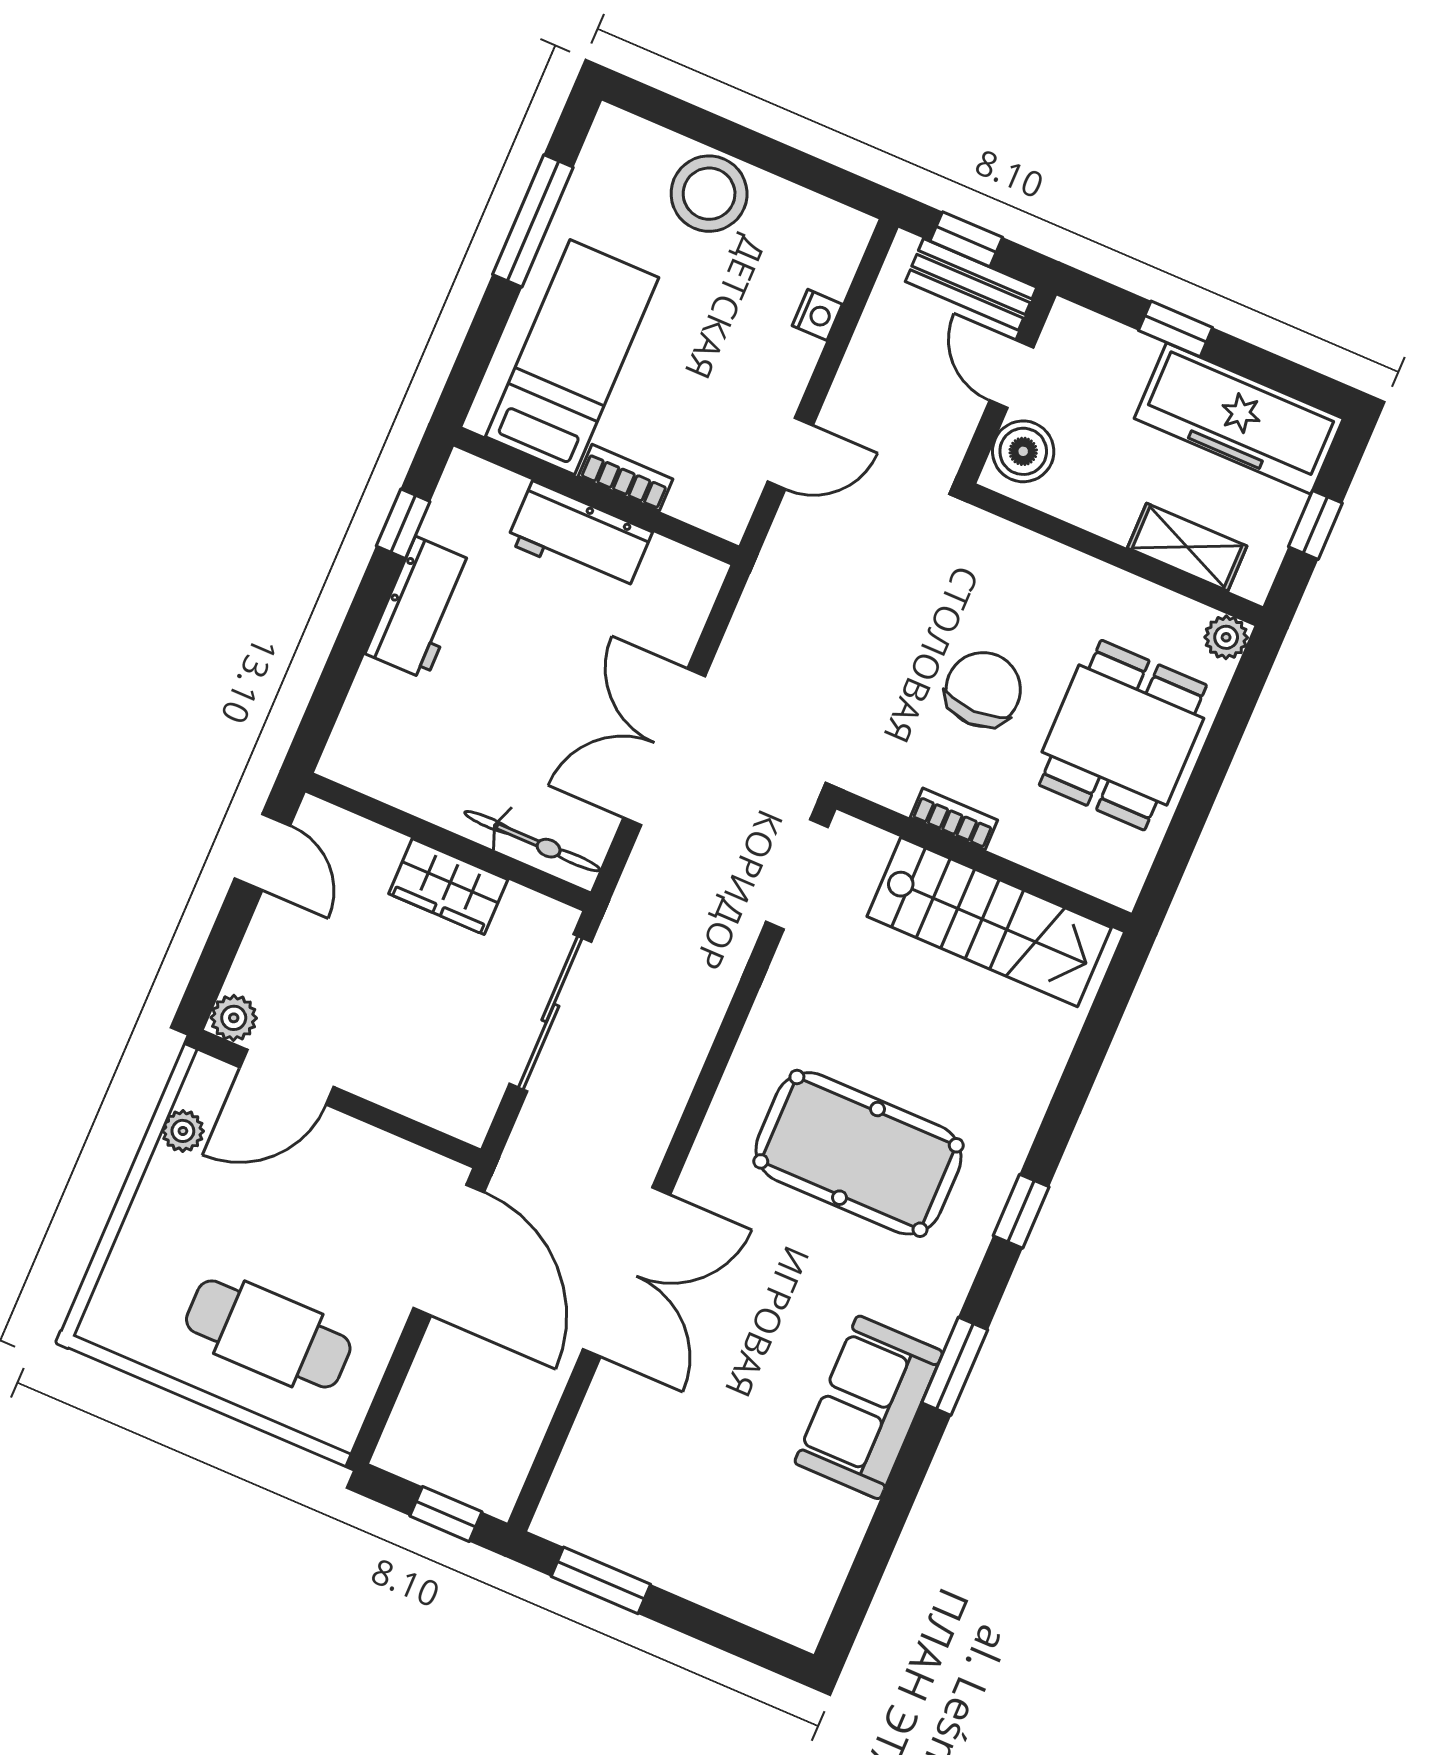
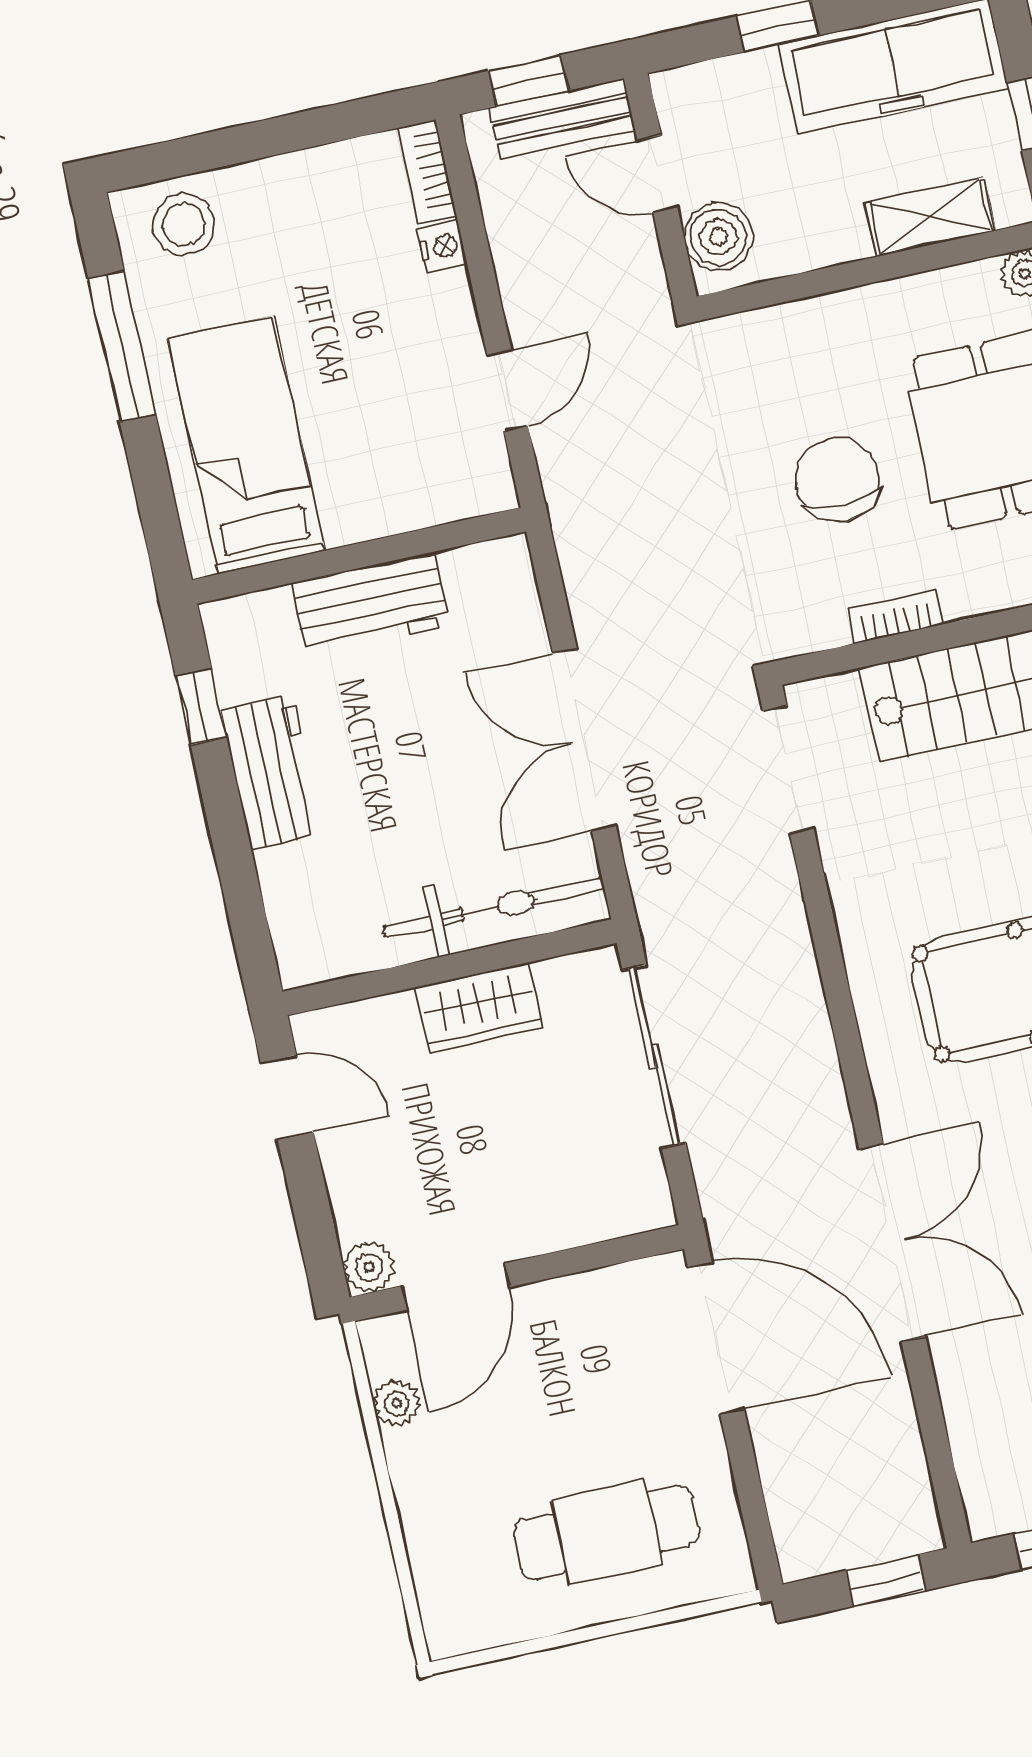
stool: (709, 194) -> (184, 225), moved, width x0.73, depth x0.73
bookcase: (626, 478) -> (427, 172), moved, turned -90
bicycle: (532, 841) -> (494, 908), width x1.37, depth x1.40

